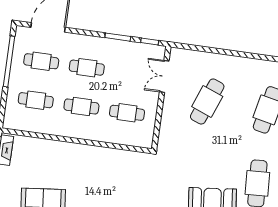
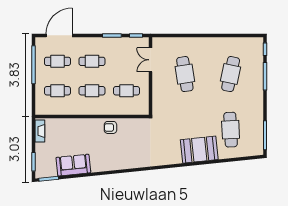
cafe table: (207, 102) -> (185, 74), turned -30
armchair: (99, 158) -> (110, 127), added

